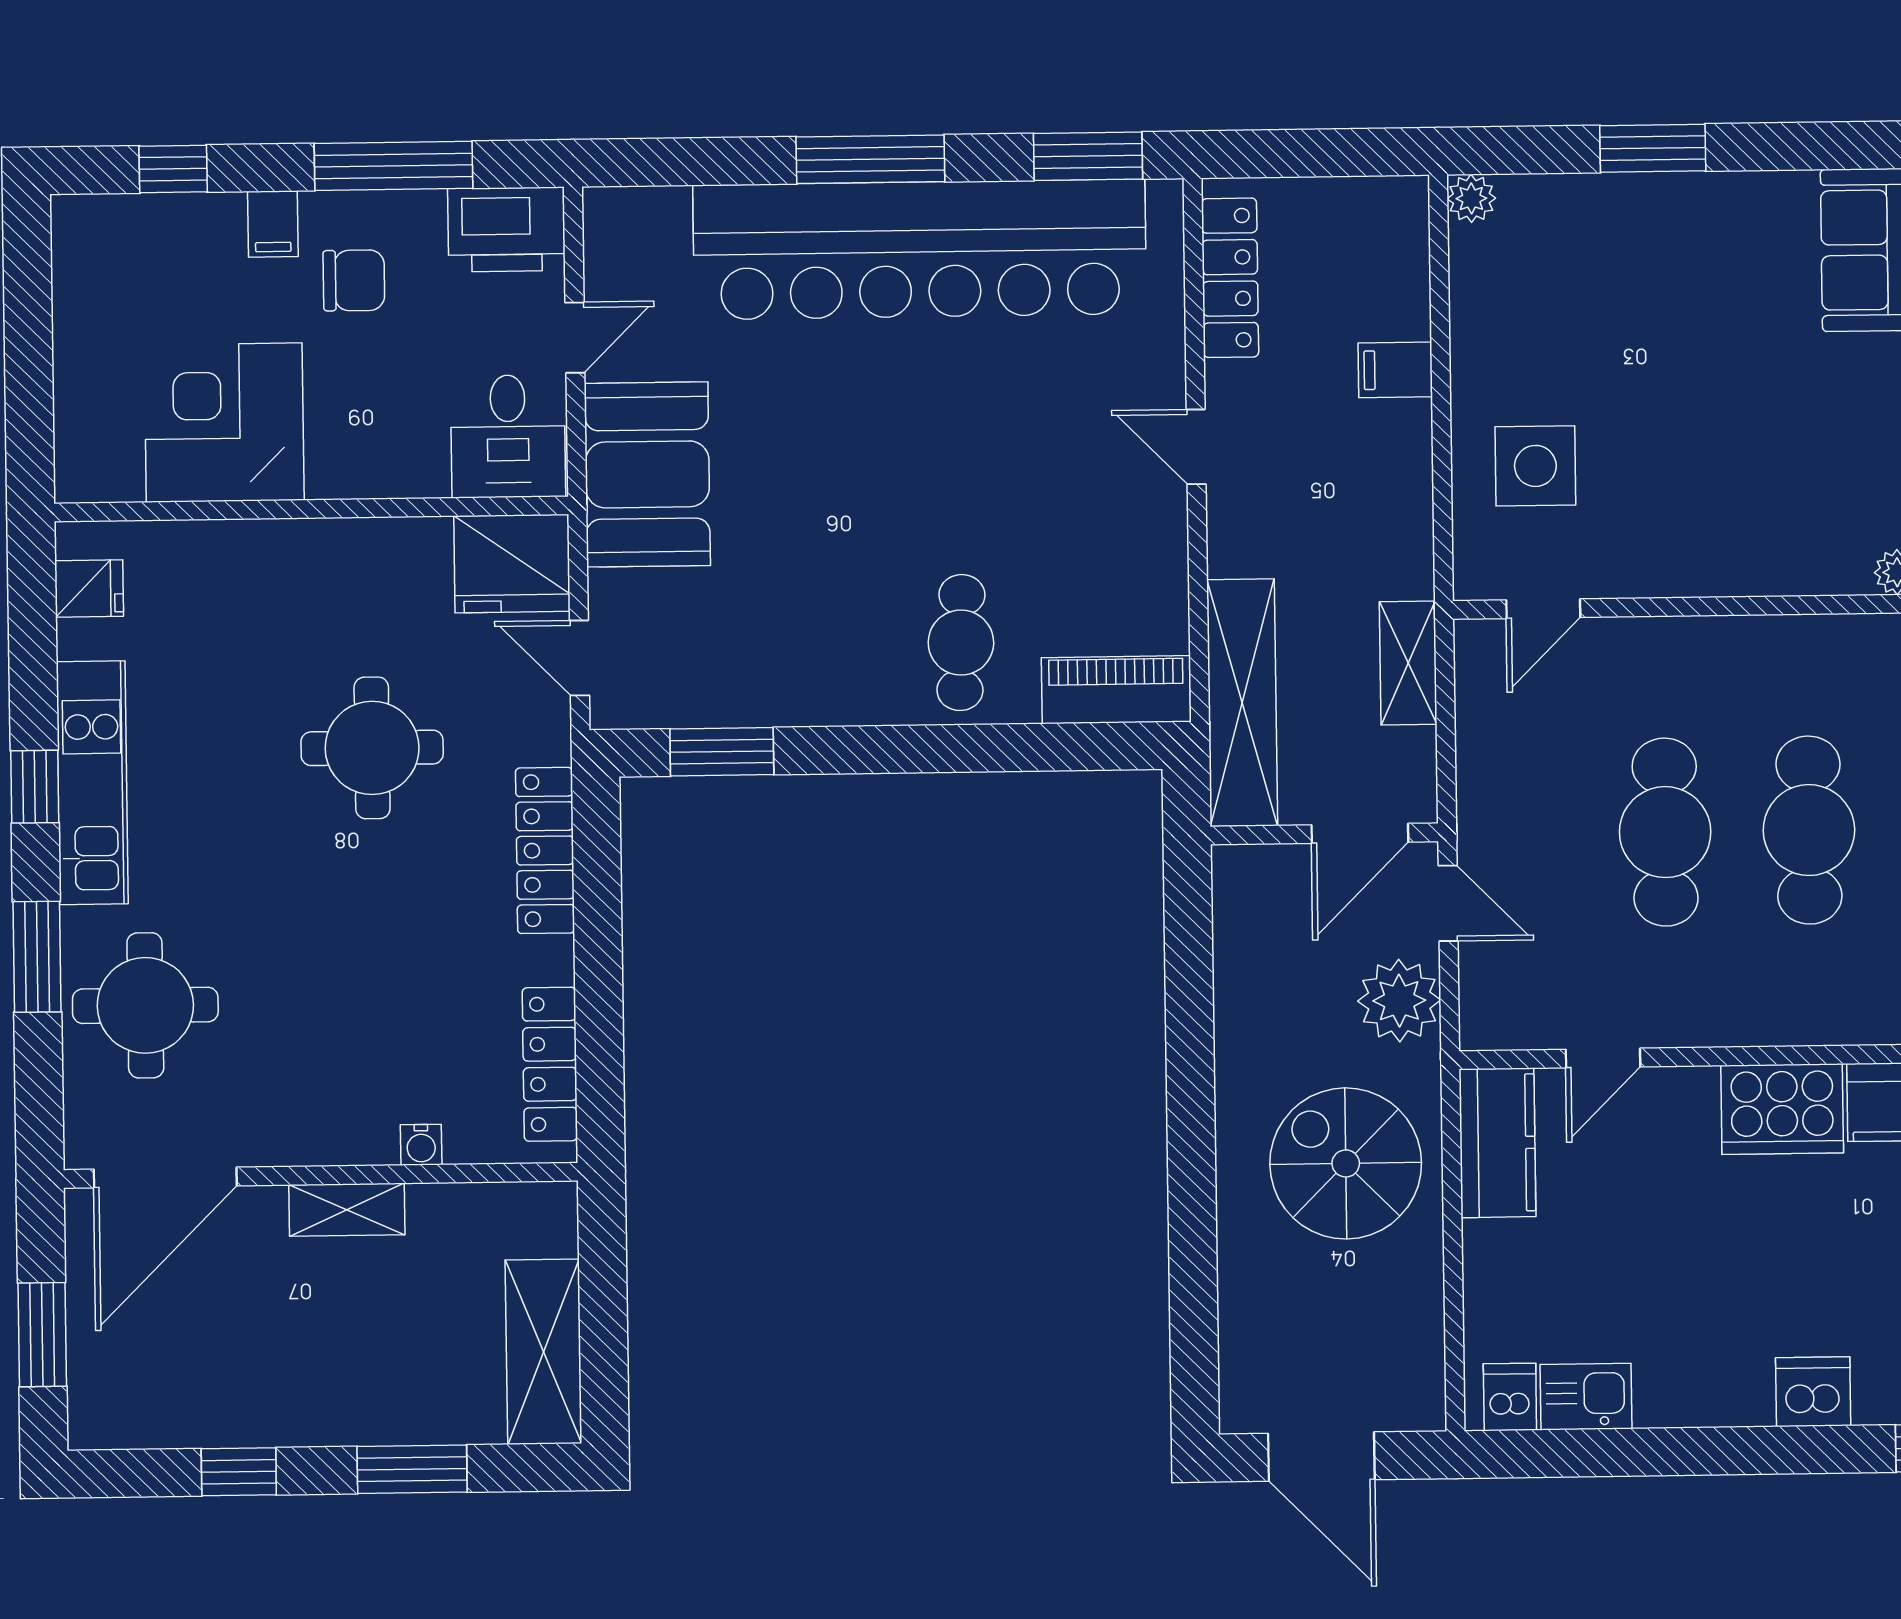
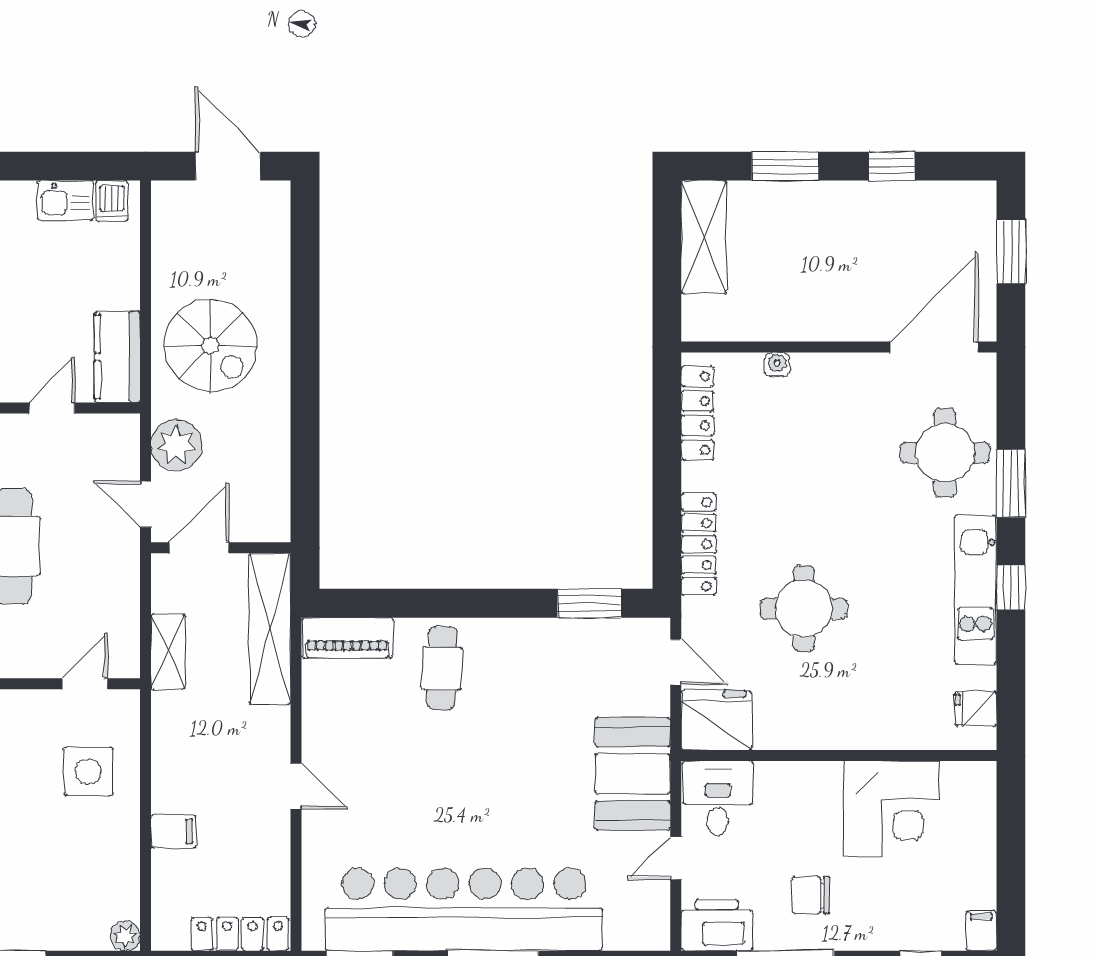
filing cabinet: (273, 224) -> (981, 931), moved
locker: (1230, 278) -> (240, 934), moved, turned 90
shelving: (347, 1210) -> (823, 326), removed

